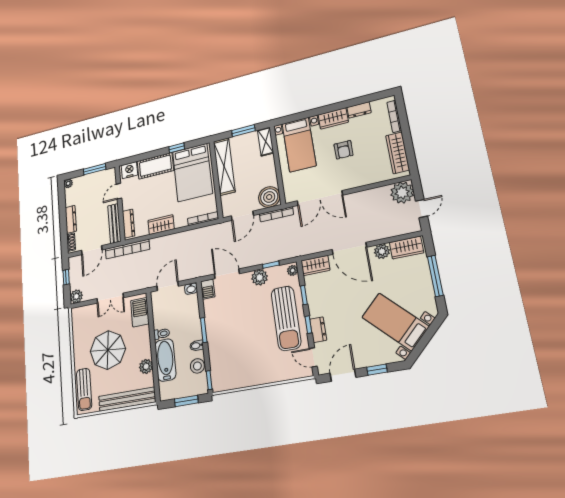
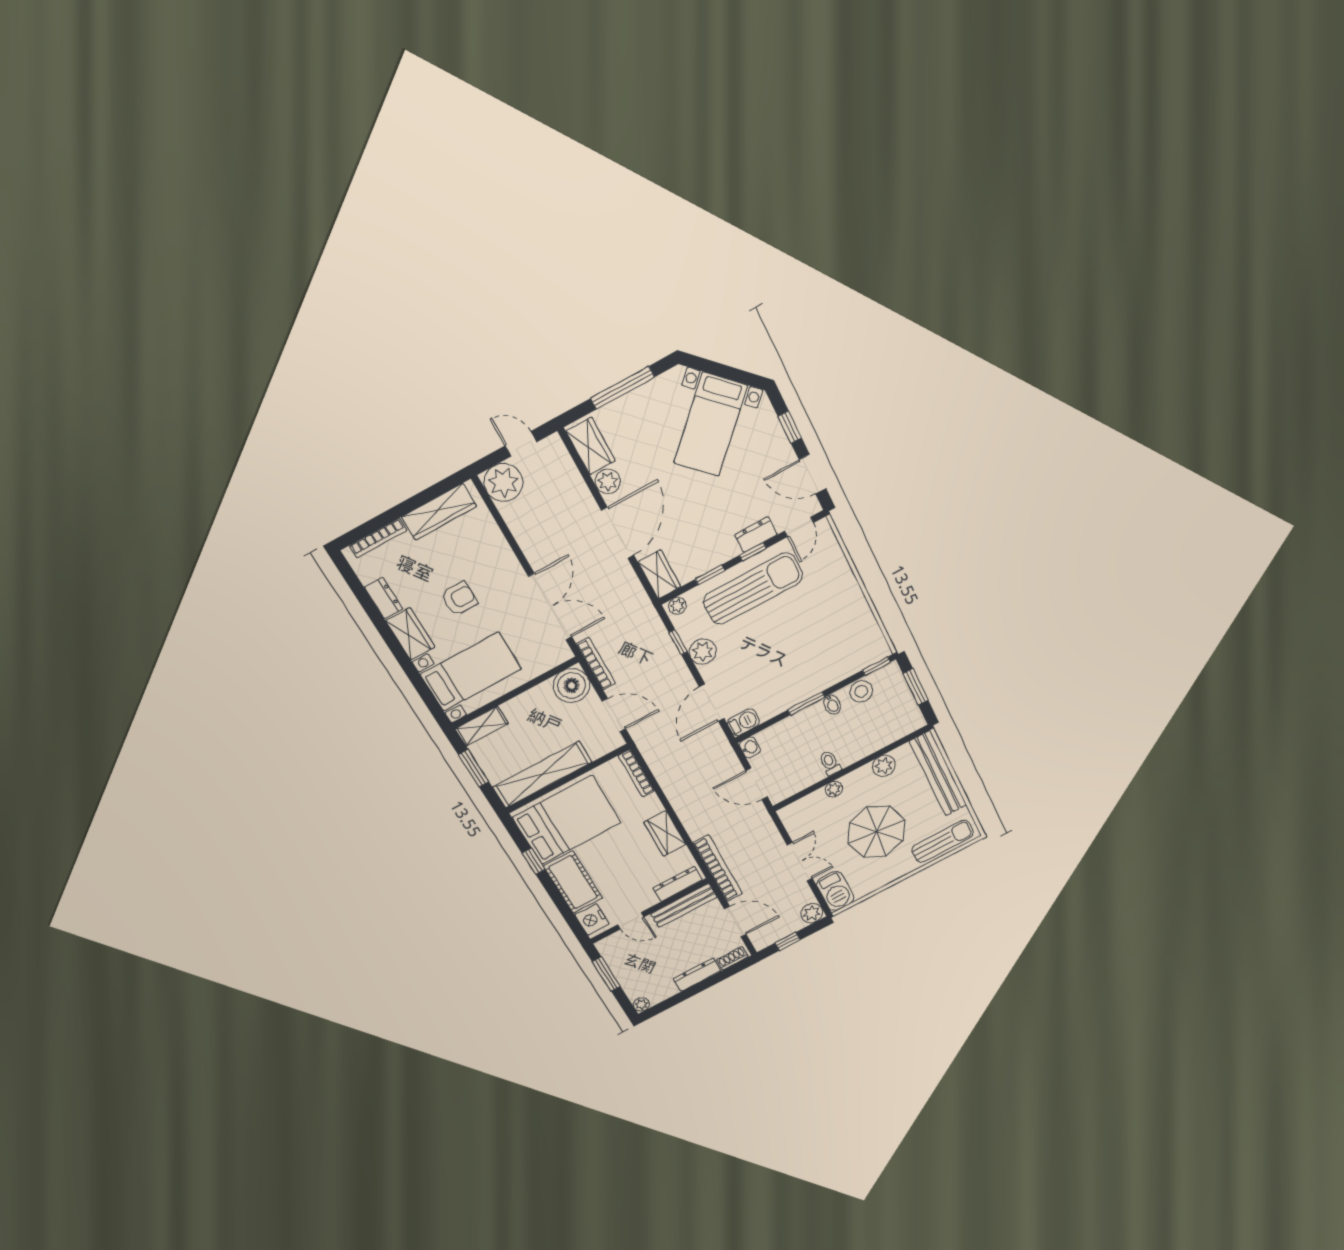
barbecue: (140, 312) -> (835, 891), moved, turned -90
plant: (145, 331) -> (834, 789), added
bathtub: (165, 360) -> (866, 742), removed

